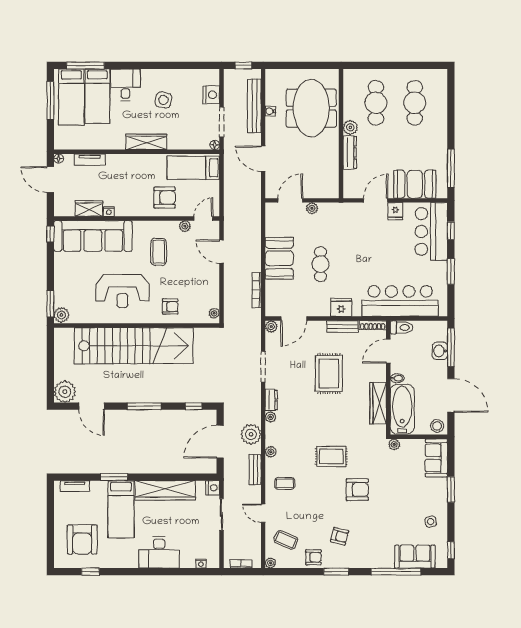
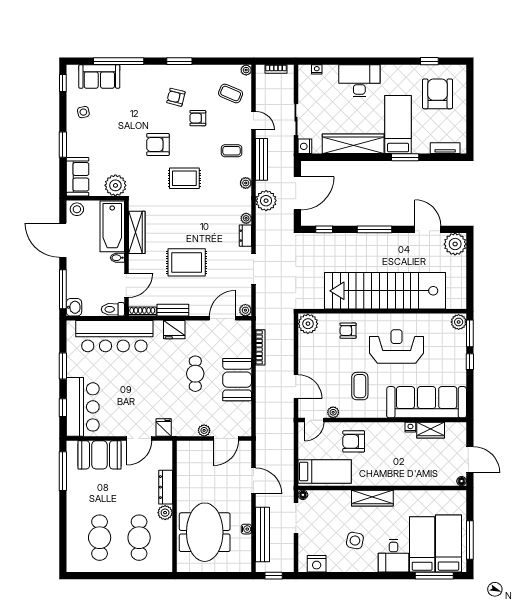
nightstand: (211, 95) -> (317, 564), moved, turned -90
tv unit: (90, 160) -> (430, 480), removed
fridge: (395, 211) -> (164, 427), moved
window: (50, 234) -> (470, 362), moved
plant: (214, 313) -> (308, 324), width x1.88, depth x1.88
washbasin: (440, 351) -> (74, 307), moved
rug: (329, 374) -> (187, 262), turned 90
plant: (394, 444) -> (115, 185), width x1.88, depth x1.88
bench: (255, 470) -> (262, 159), width x1.36
armchair: (313, 557) -> (198, 118), moved

